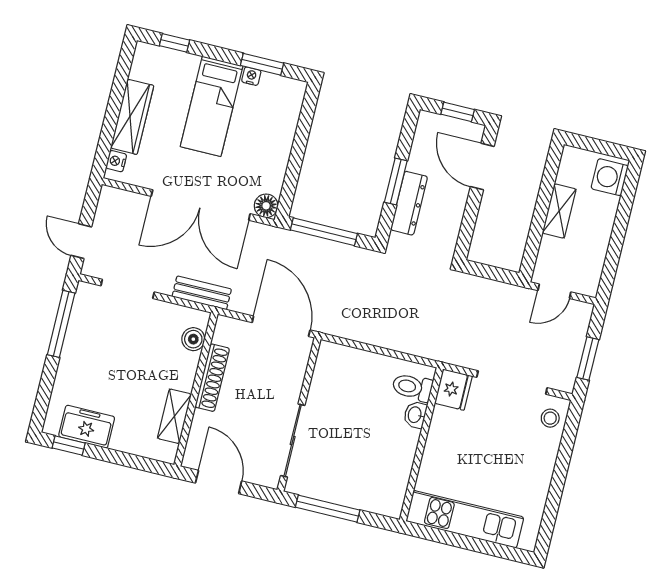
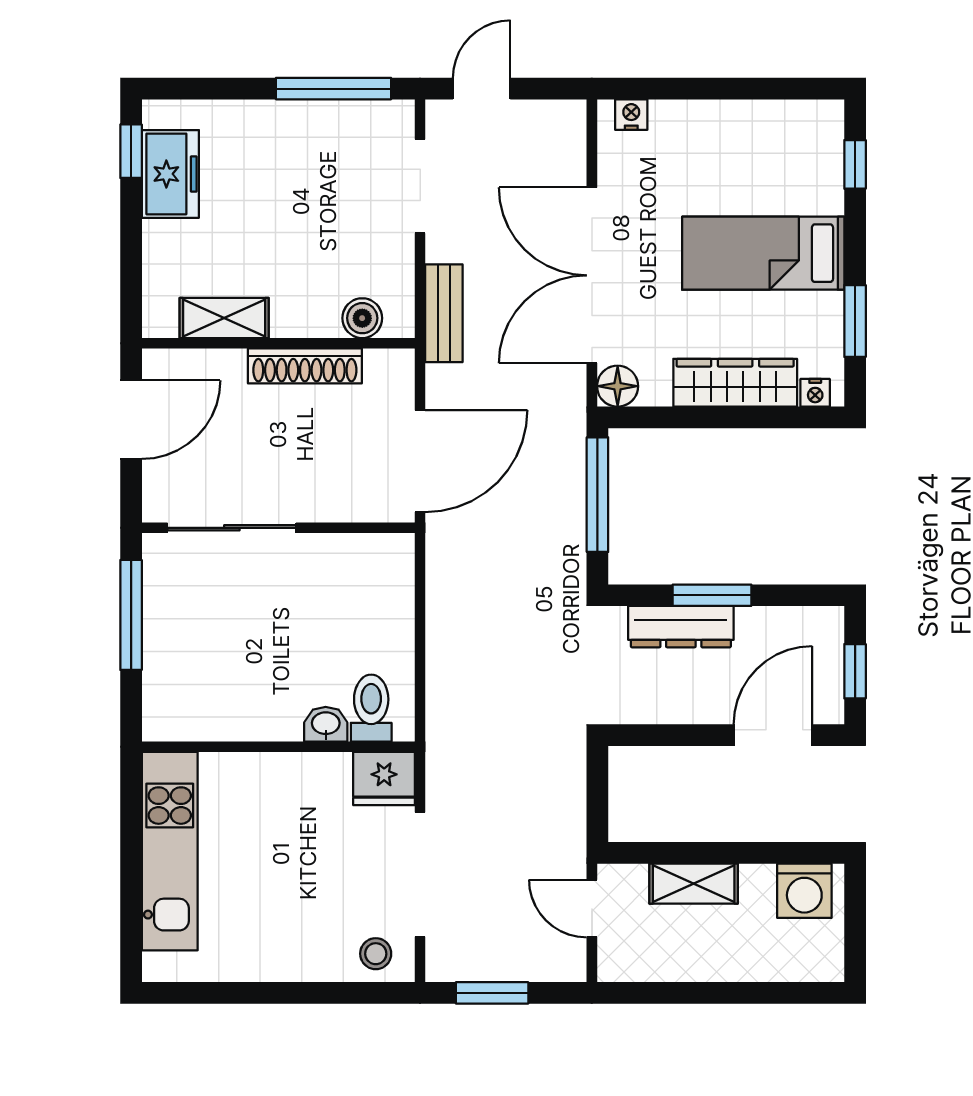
nightstand: (251, 76) -> (815, 393), moved, turned 90
wardrobe: (132, 117) -> (735, 383), moved, turned 180
washing machine: (610, 177) -> (804, 891), moved, turned 180
shelving: (559, 211) -> (694, 884), moved

